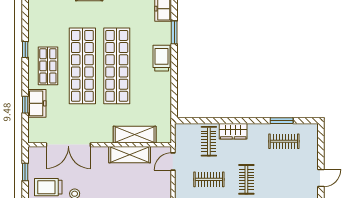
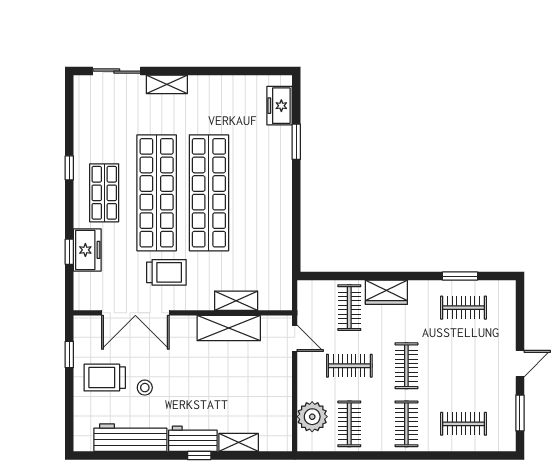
trolley: (162, 58) -> (166, 272), moved, turned 90
shelving: (135, 135) -> (236, 301), width x0.67, depth x0.75
door: (173, 161) -> (295, 338), swing flipped

